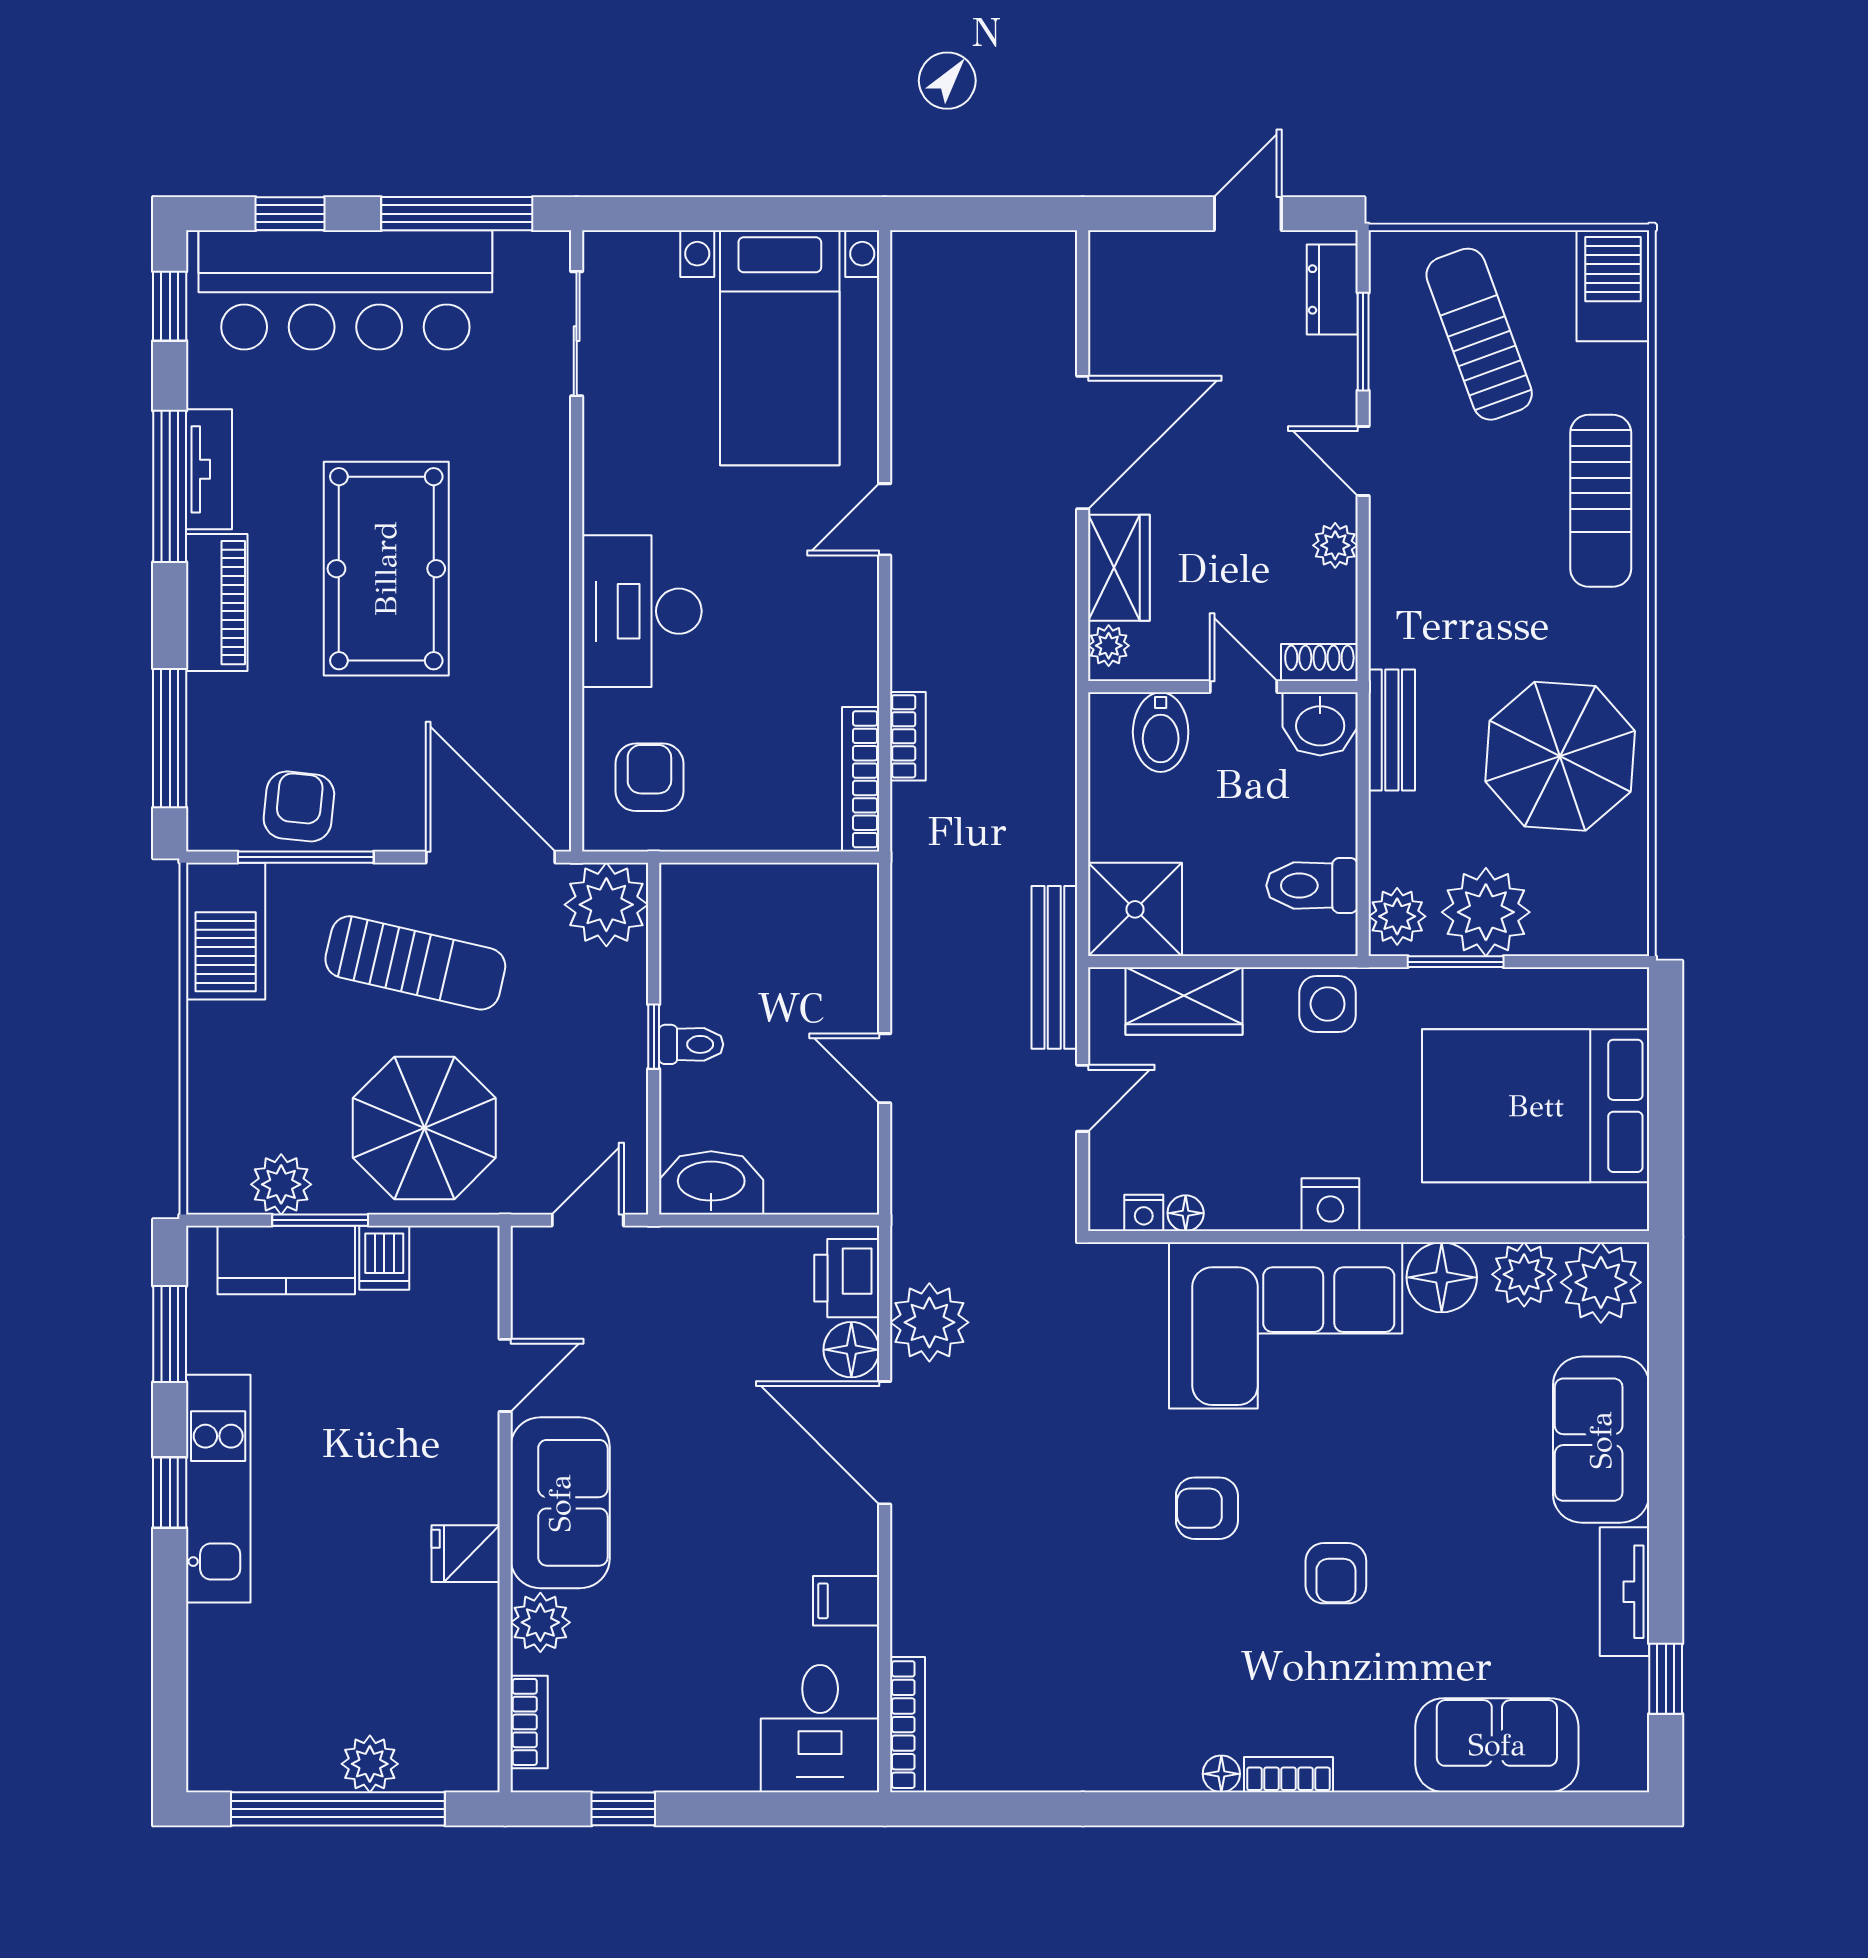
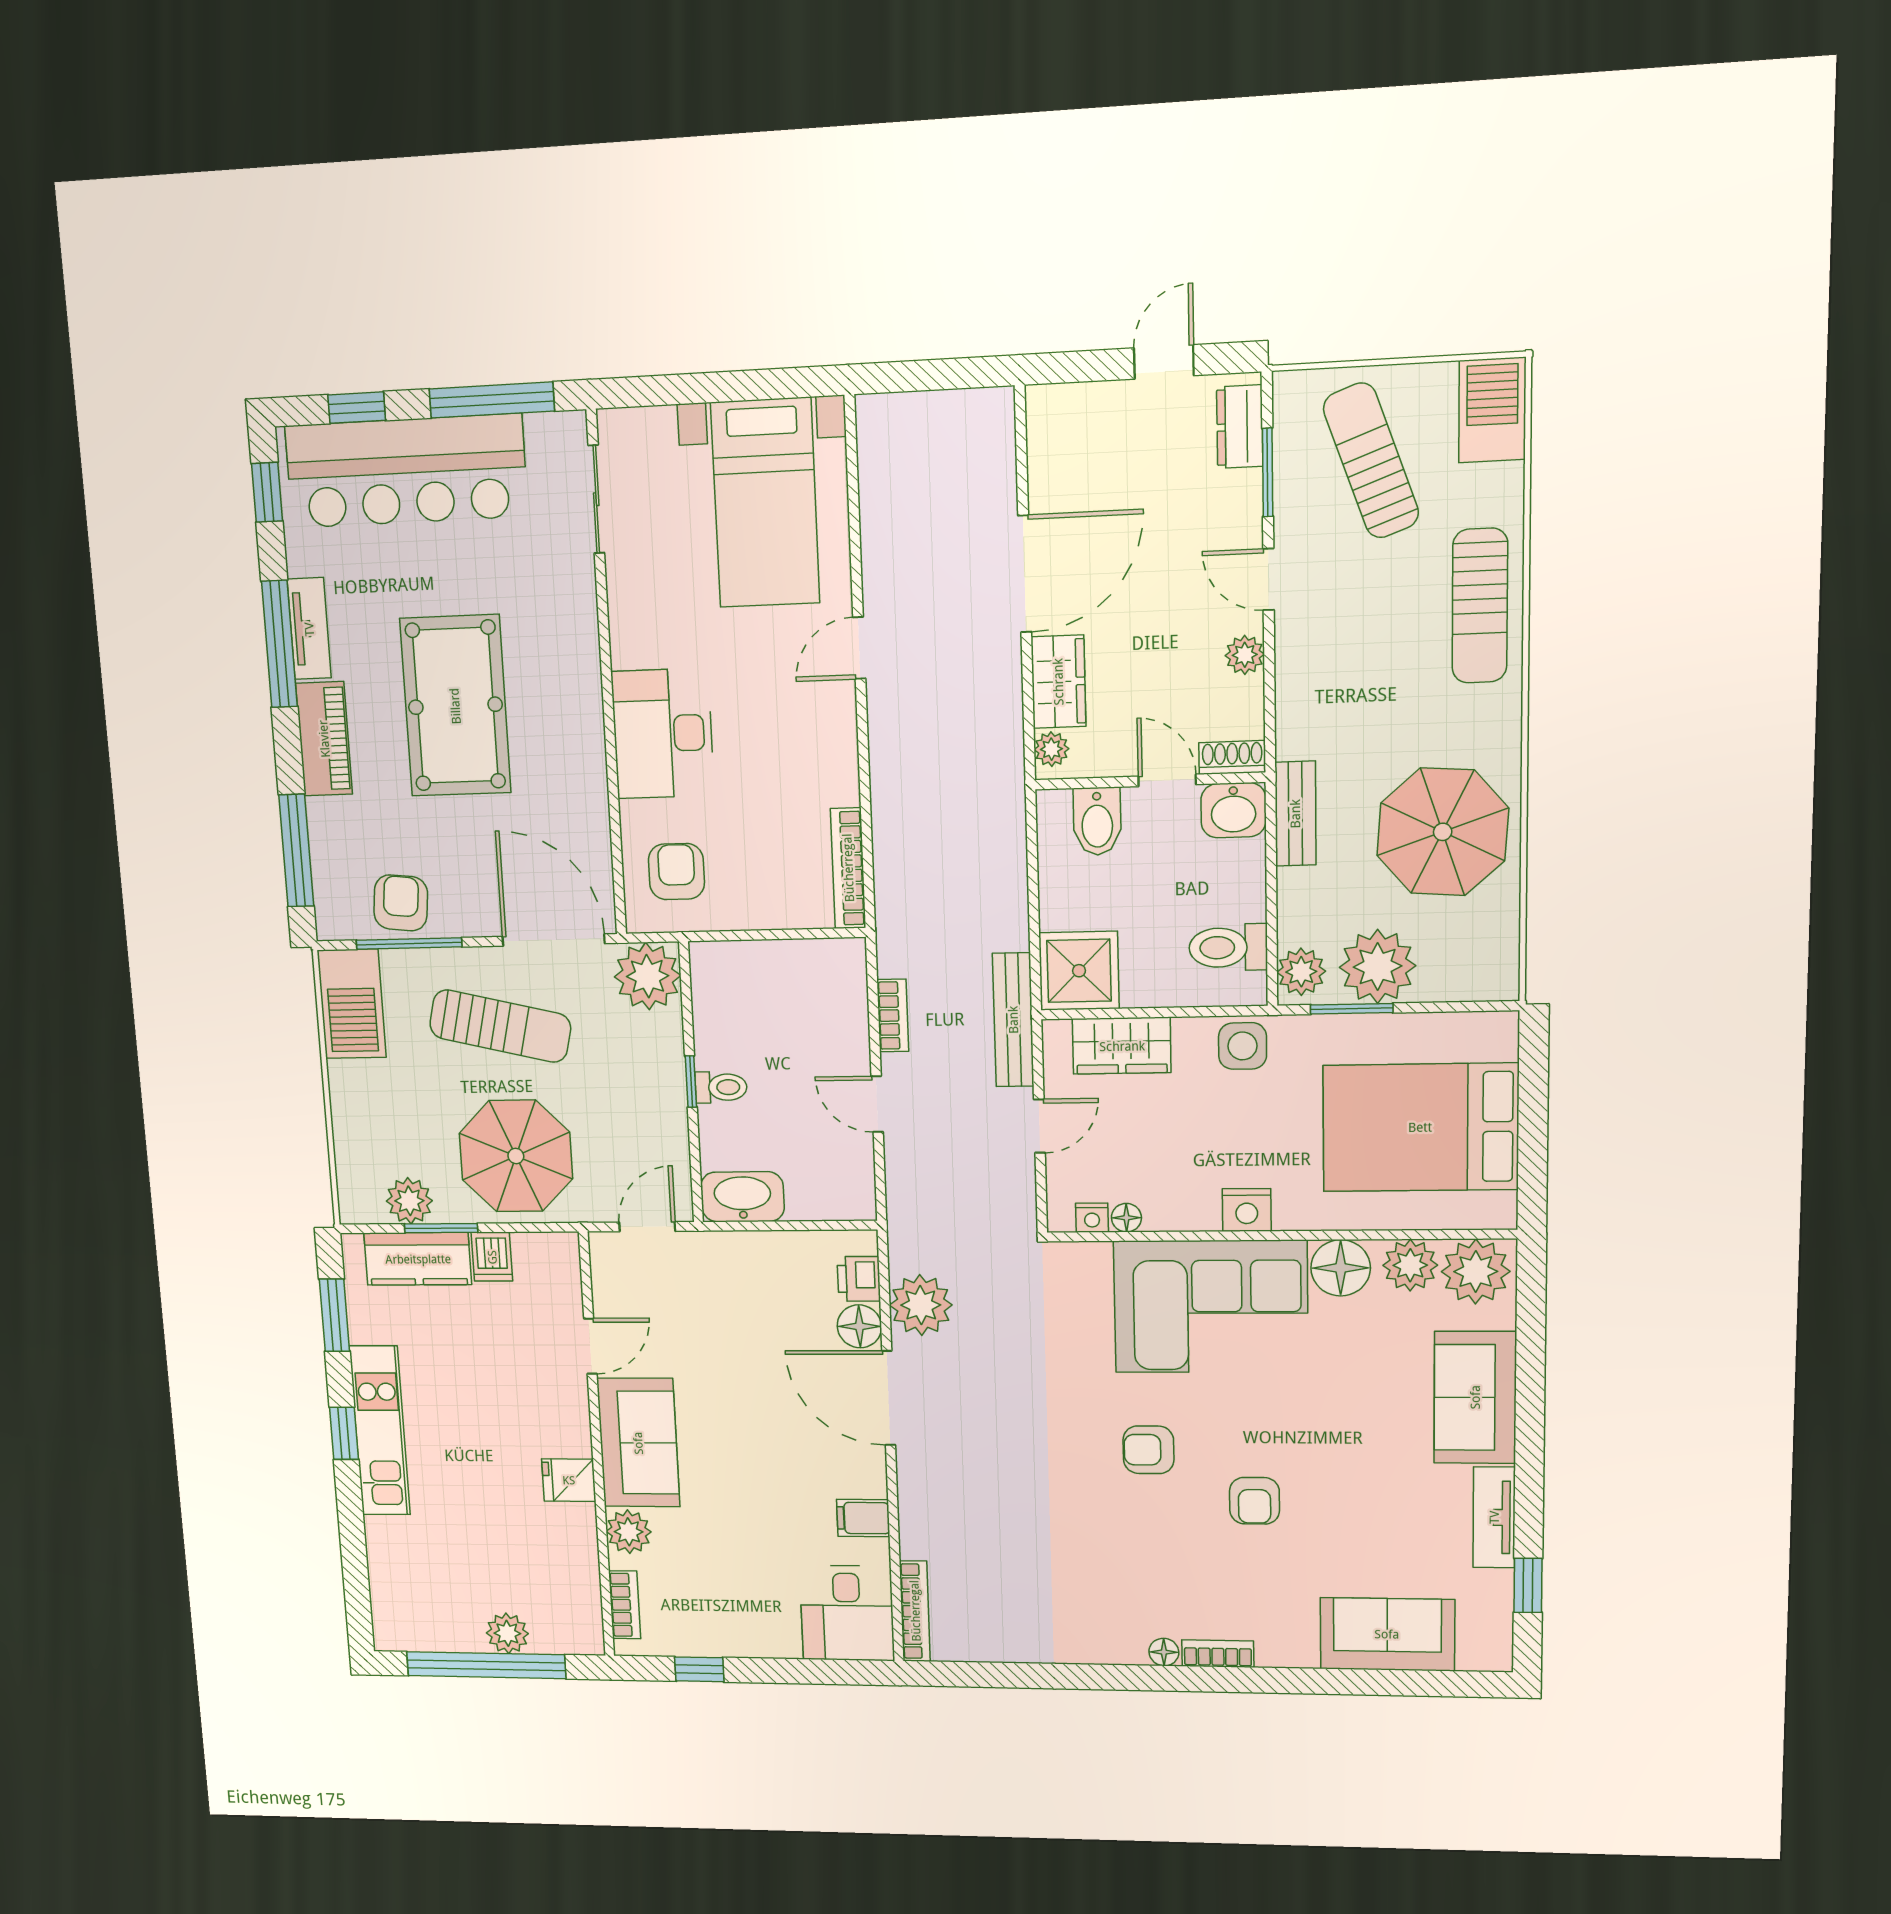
bookcase: (908, 736) -> (893, 1015), moved
printer: (847, 1278) -> (859, 1279), width x0.73, depth x0.81

